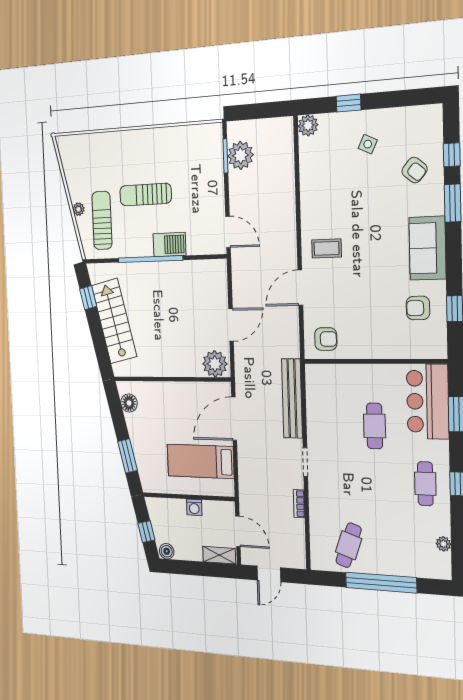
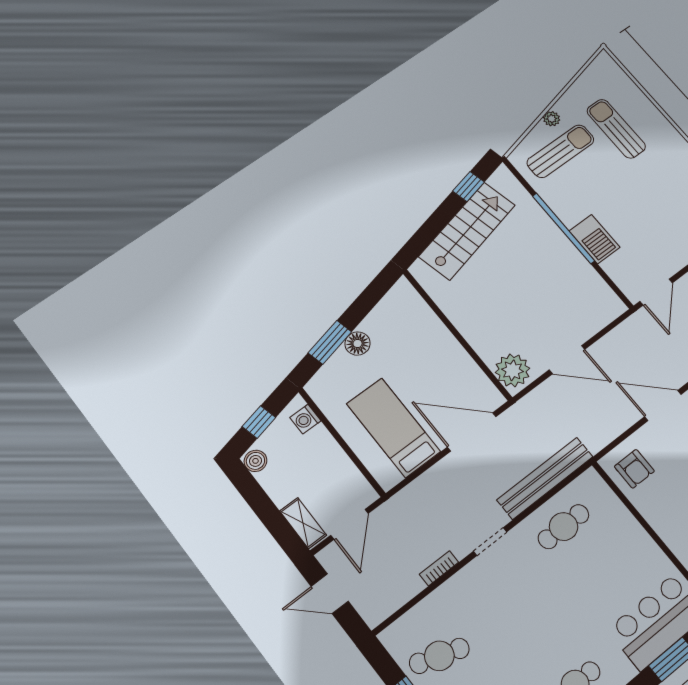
sun lounger: (146, 194) -> (616, 129), moved
floor lamp: (129, 403) -> (358, 343), moved
cafe table: (375, 426) -> (564, 527), moved
washing machine: (194, 507) -> (305, 419), moved

